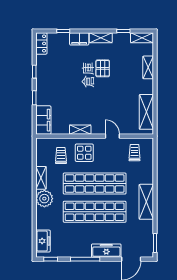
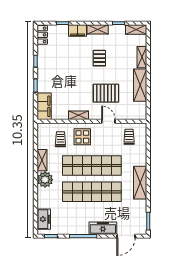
pallet: (110, 106) -> (106, 93), added
shelving: (146, 112) -> (140, 85), moved

